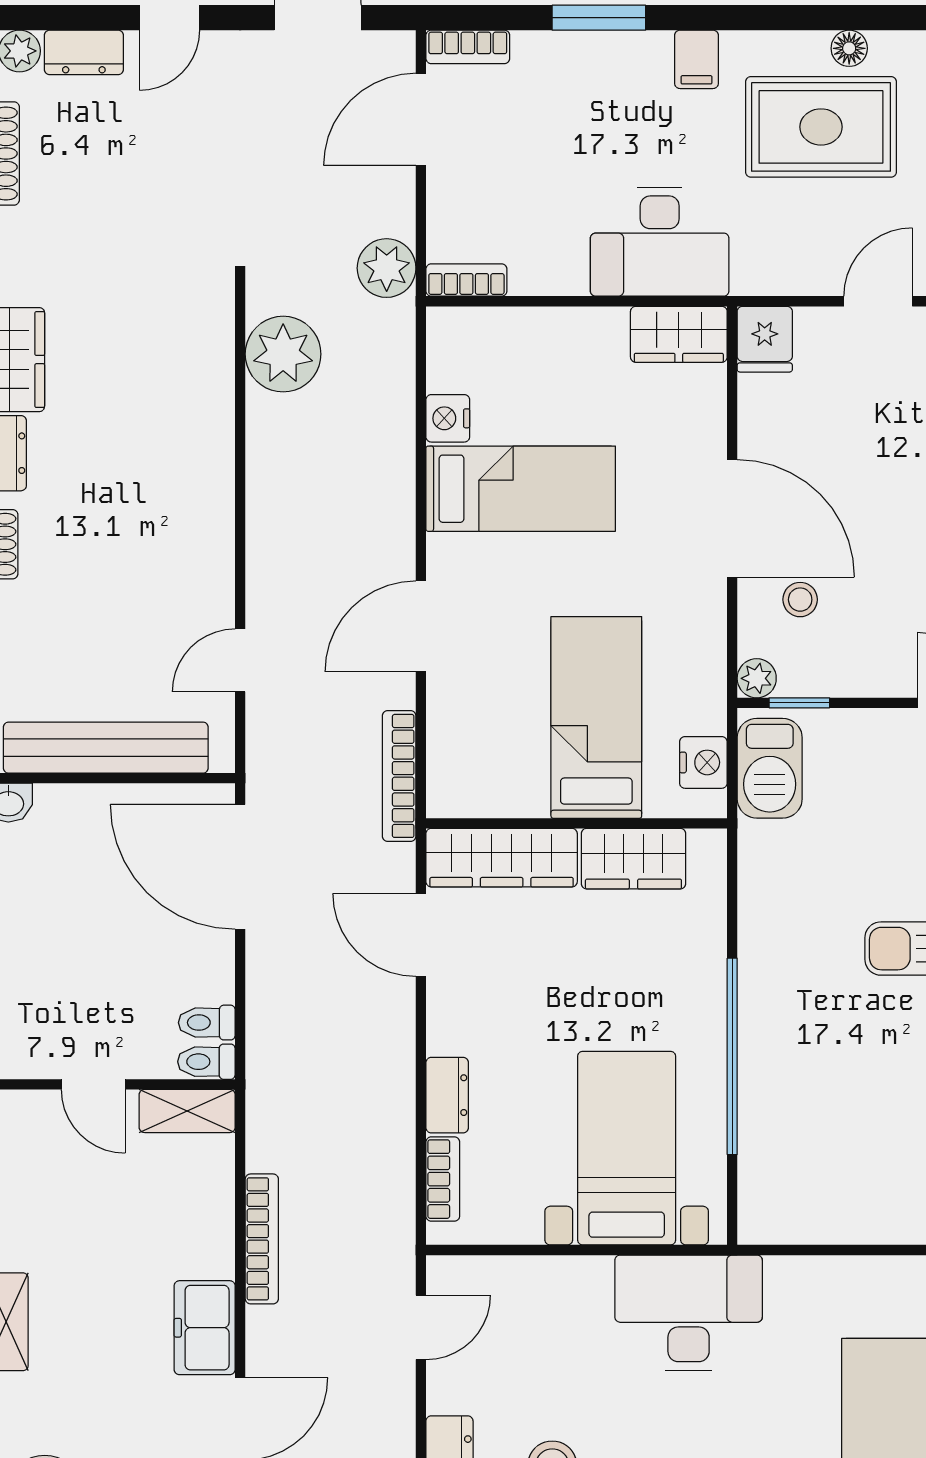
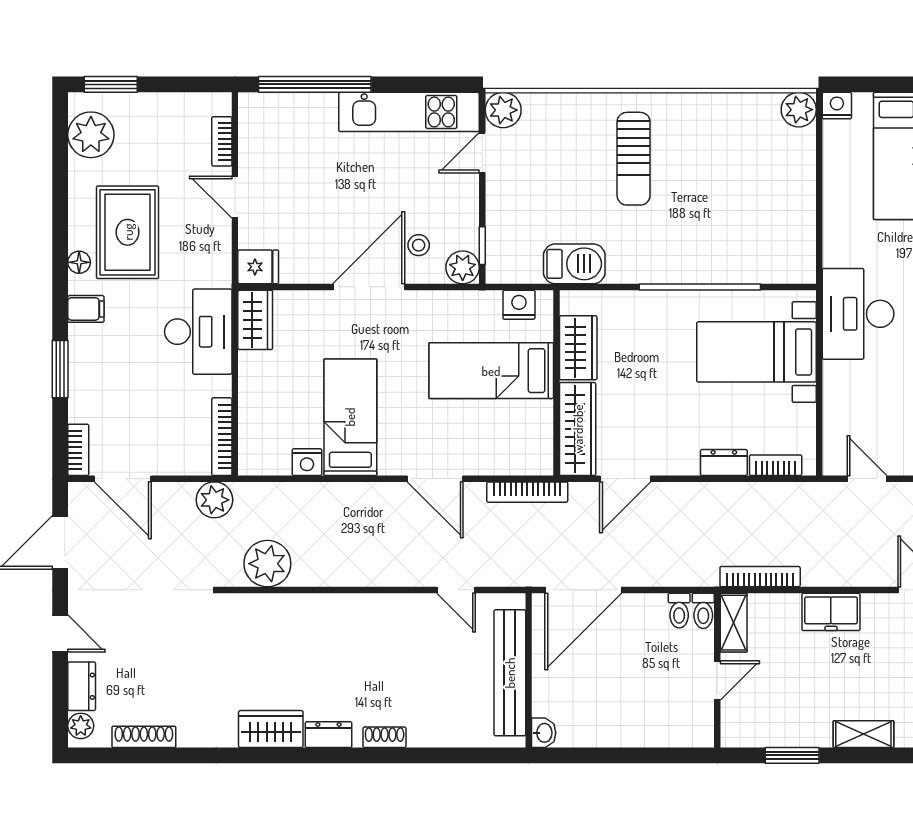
floor lamp: (849, 48) -> (79, 262), moved
bookcase: (466, 280) -> (222, 437), width x1.56
plant: (757, 678) -> (463, 267), width x1.38, depth x1.38
barbecue: (770, 768) -> (574, 264), moved
bookcase: (262, 1239) -> (760, 577), moved
freezer: (205, 1328) -> (831, 612), moved

